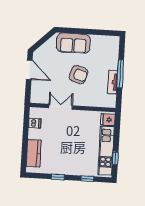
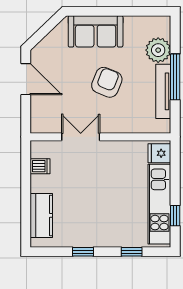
plant: (111, 57) -> (158, 50), added
armchair: (78, 75) -> (107, 82), turned -85
tv unit: (113, 82) -> (163, 91), width x1.41

